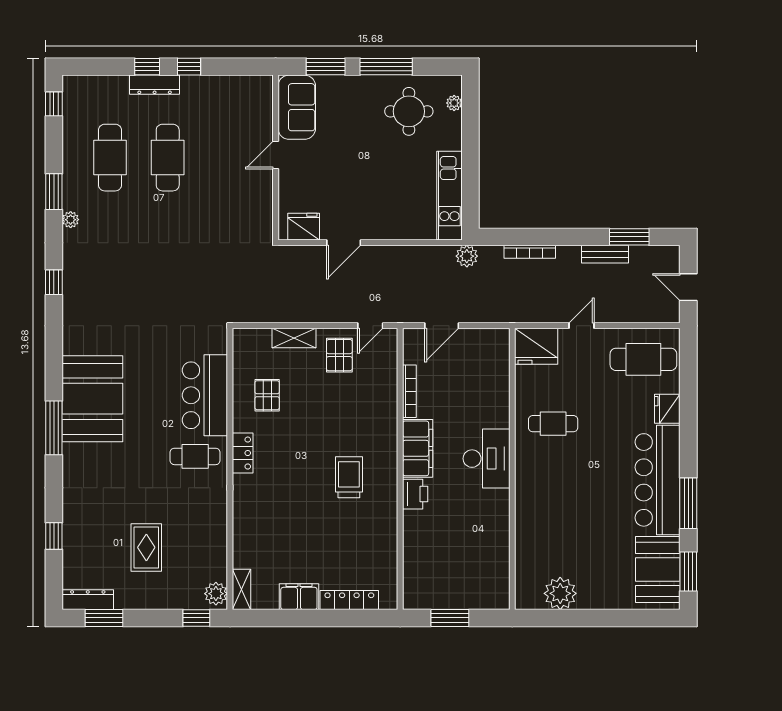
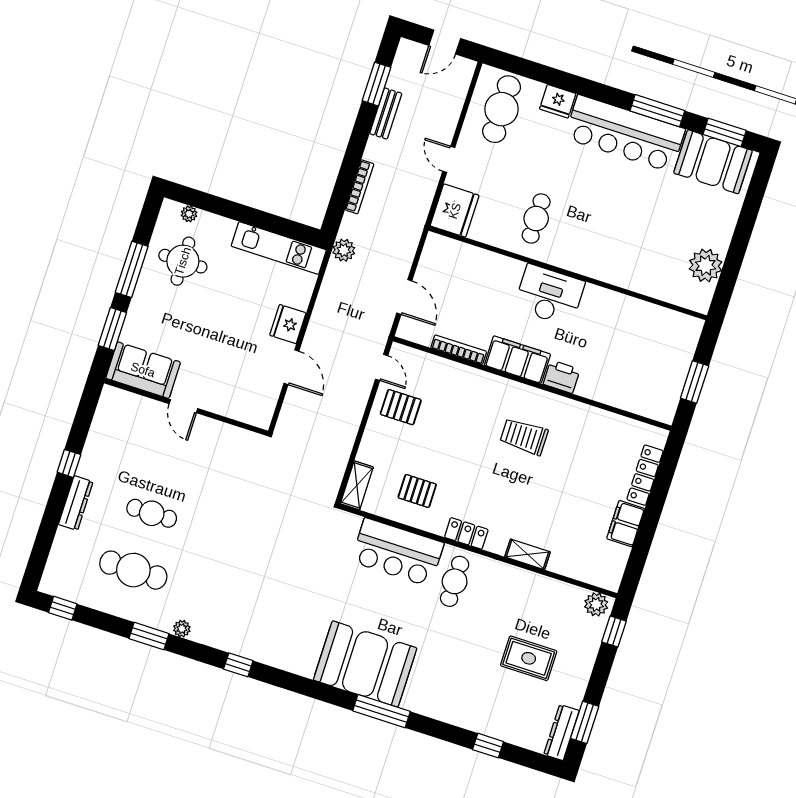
window: (147, 67) -> (56, 504), removed
cafe table: (168, 158) -> (152, 513), width x0.73, depth x0.74
fridge: (304, 227) -> (288, 324), moved
shelving: (294, 338) -> (357, 485), moved
shelving: (242, 589) -> (528, 554), moved

